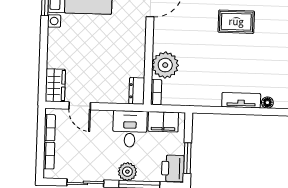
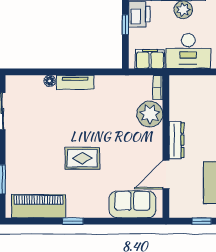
dresser: (137, 91) -> (177, 140), moved, width x1.44
desk: (130, 129) -> (188, 51), width x1.37
window: (187, 158) -> (125, 25), width x0.67

